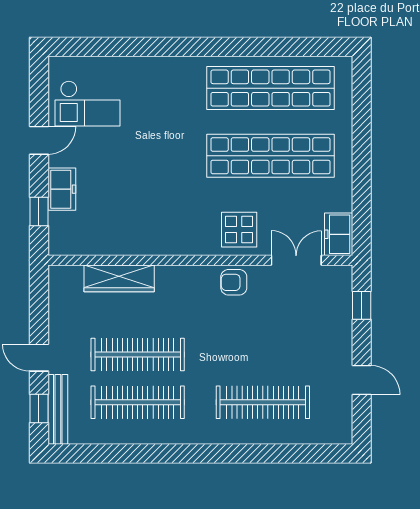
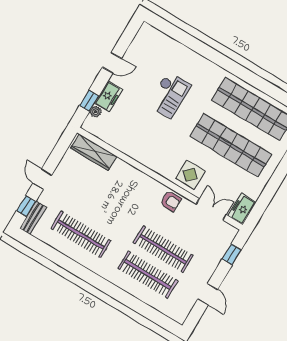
checkout: (87, 103) -> (169, 95), moved, turned -90
plant: (57, 221) -> (96, 112), added
wardrobe: (119, 278) -> (94, 152), moved
armchair: (234, 282) -> (171, 201), turned 180
clothes rail: (138, 355) -> (163, 249), moved
bench: (58, 409) -> (33, 218), width x0.73

